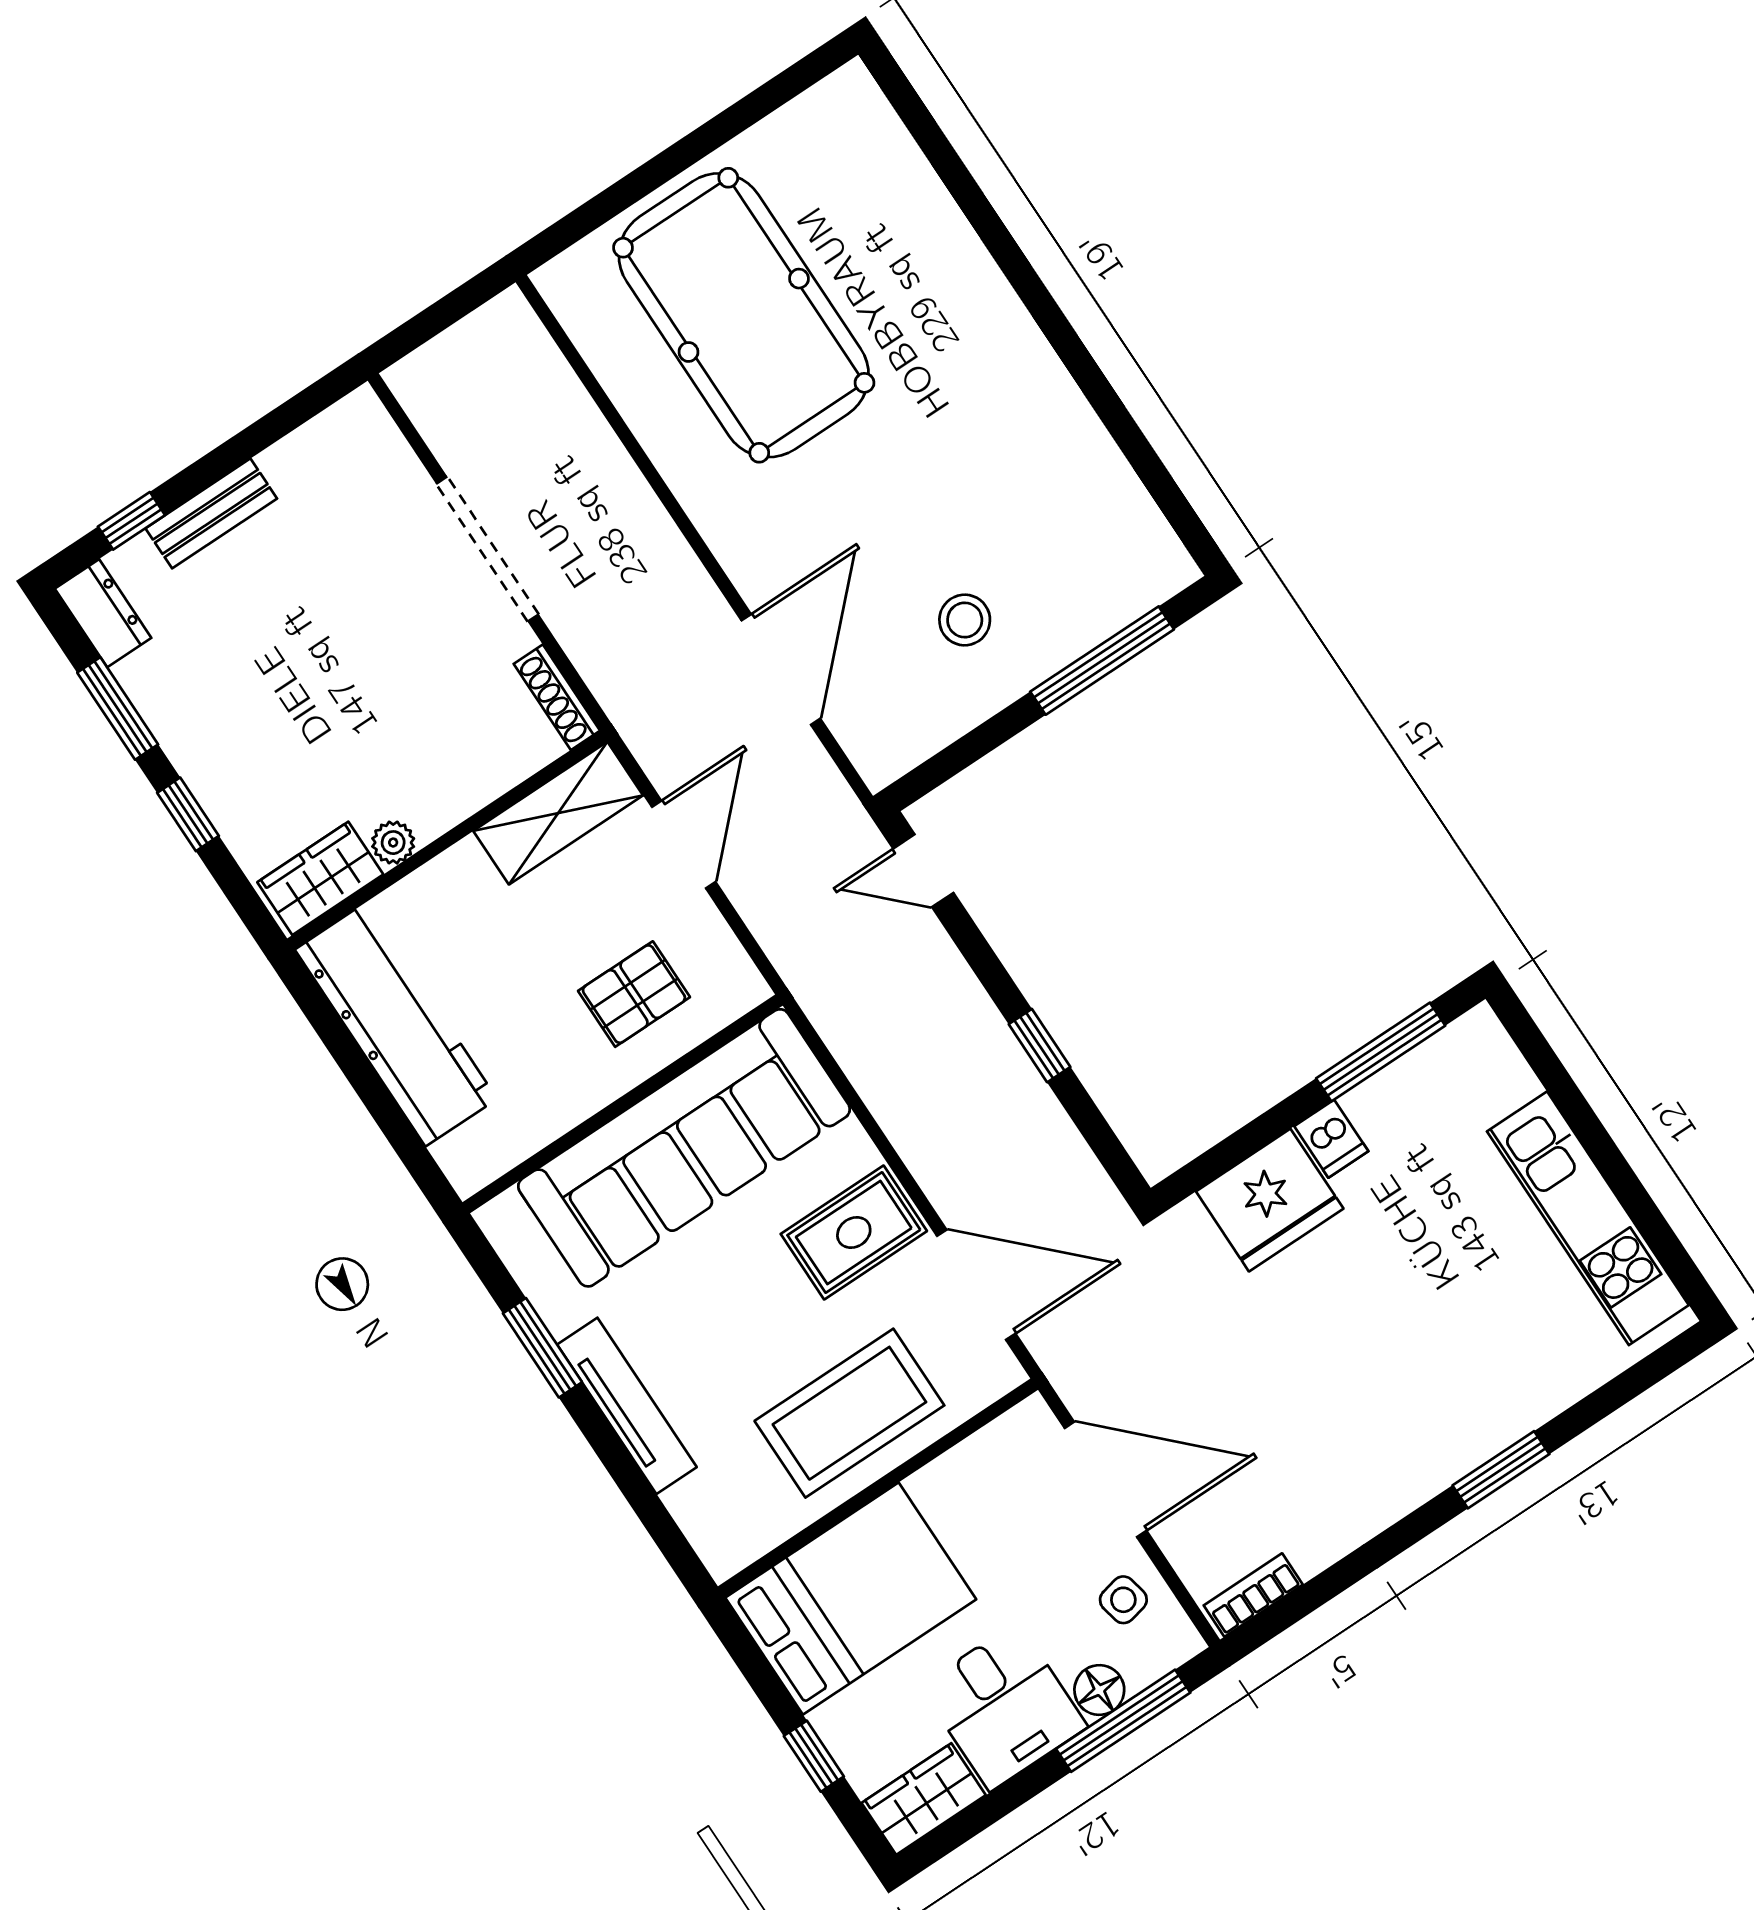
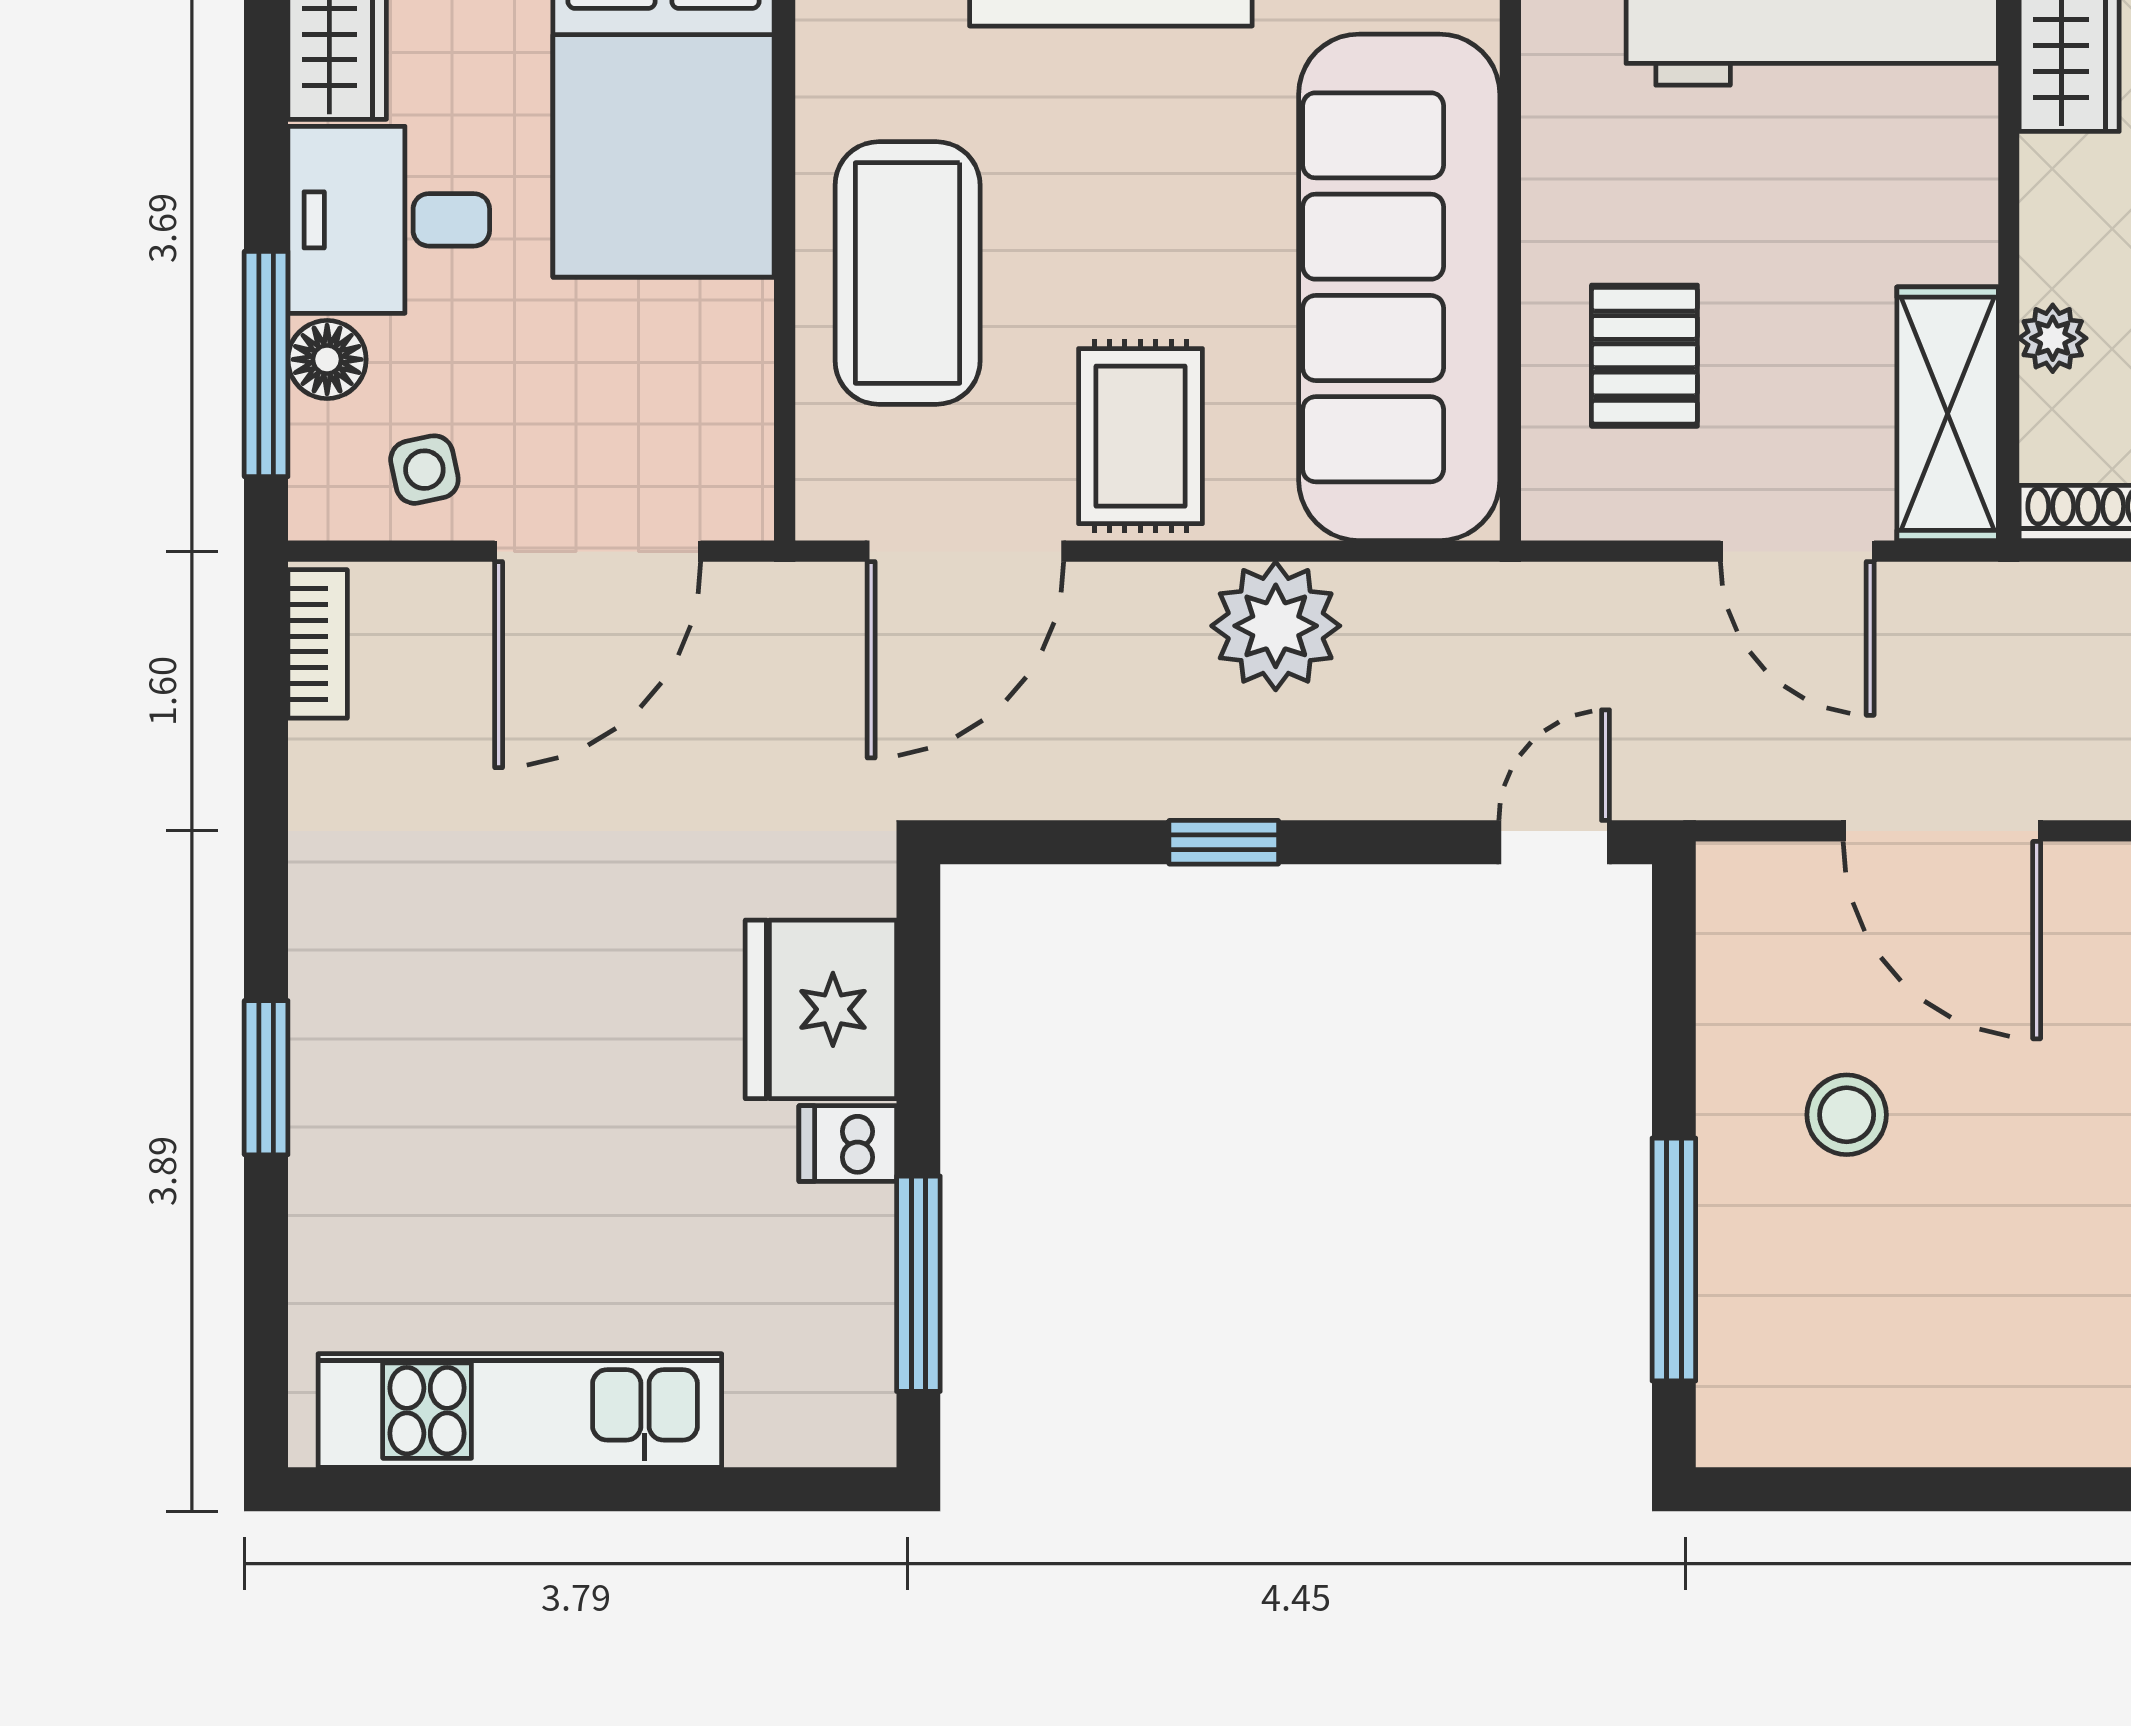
plant: (393, 843) -> (2053, 338), moved
plant: (907, 1094) -> (1276, 626), added

